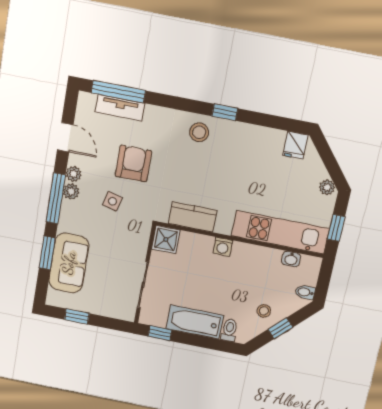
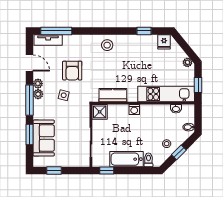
tv unit: (120, 108) -> (48, 40), moved
window: (225, 112) -> (144, 31), moved
armchair: (133, 164) -> (72, 71), turned 180

